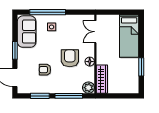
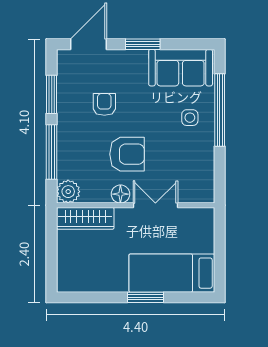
double door: (95, 32) -> (155, 205), moved
window: (141, 67) -> (146, 297), moved

